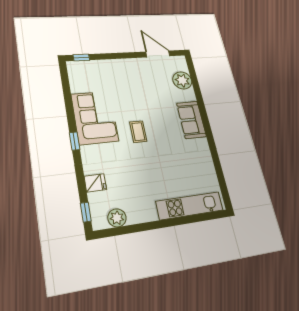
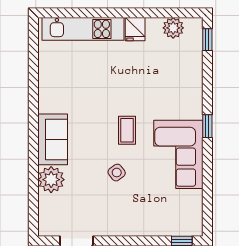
plant: (182, 80) -> (51, 180), moved
side table: (140, 101) -> (117, 173), added
fridge: (95, 183) -> (135, 29), moved, turned -90

